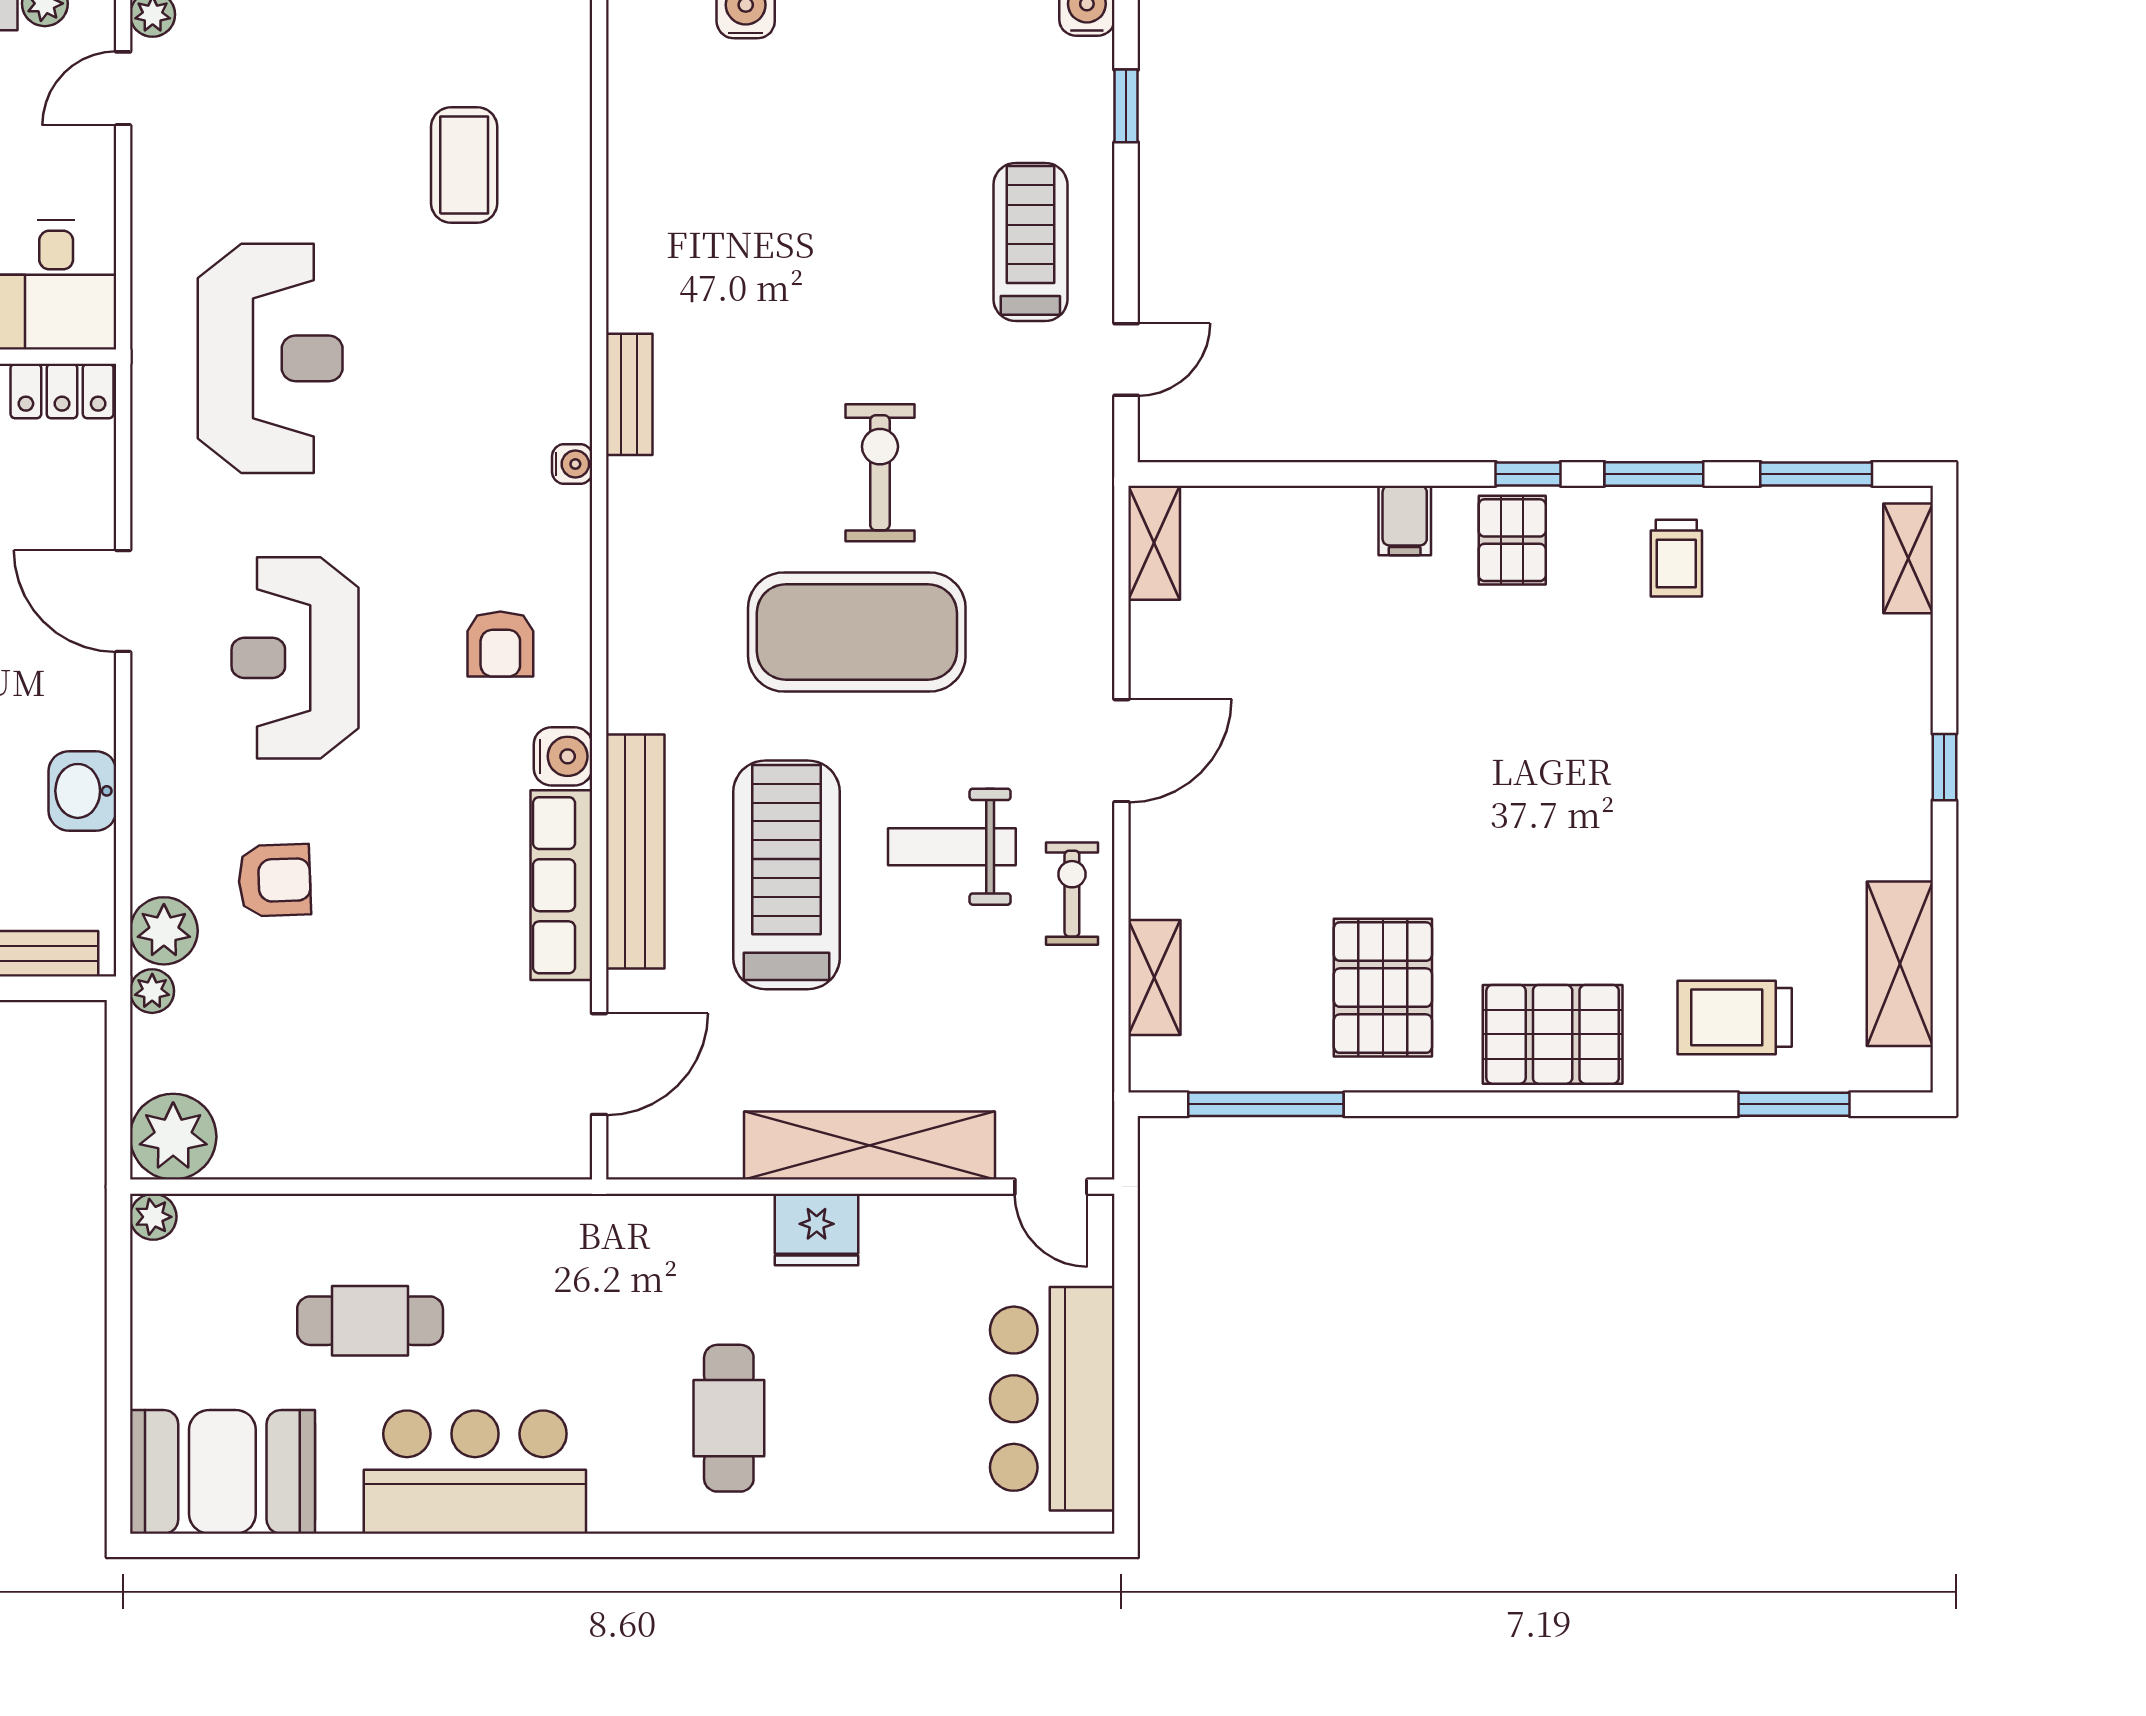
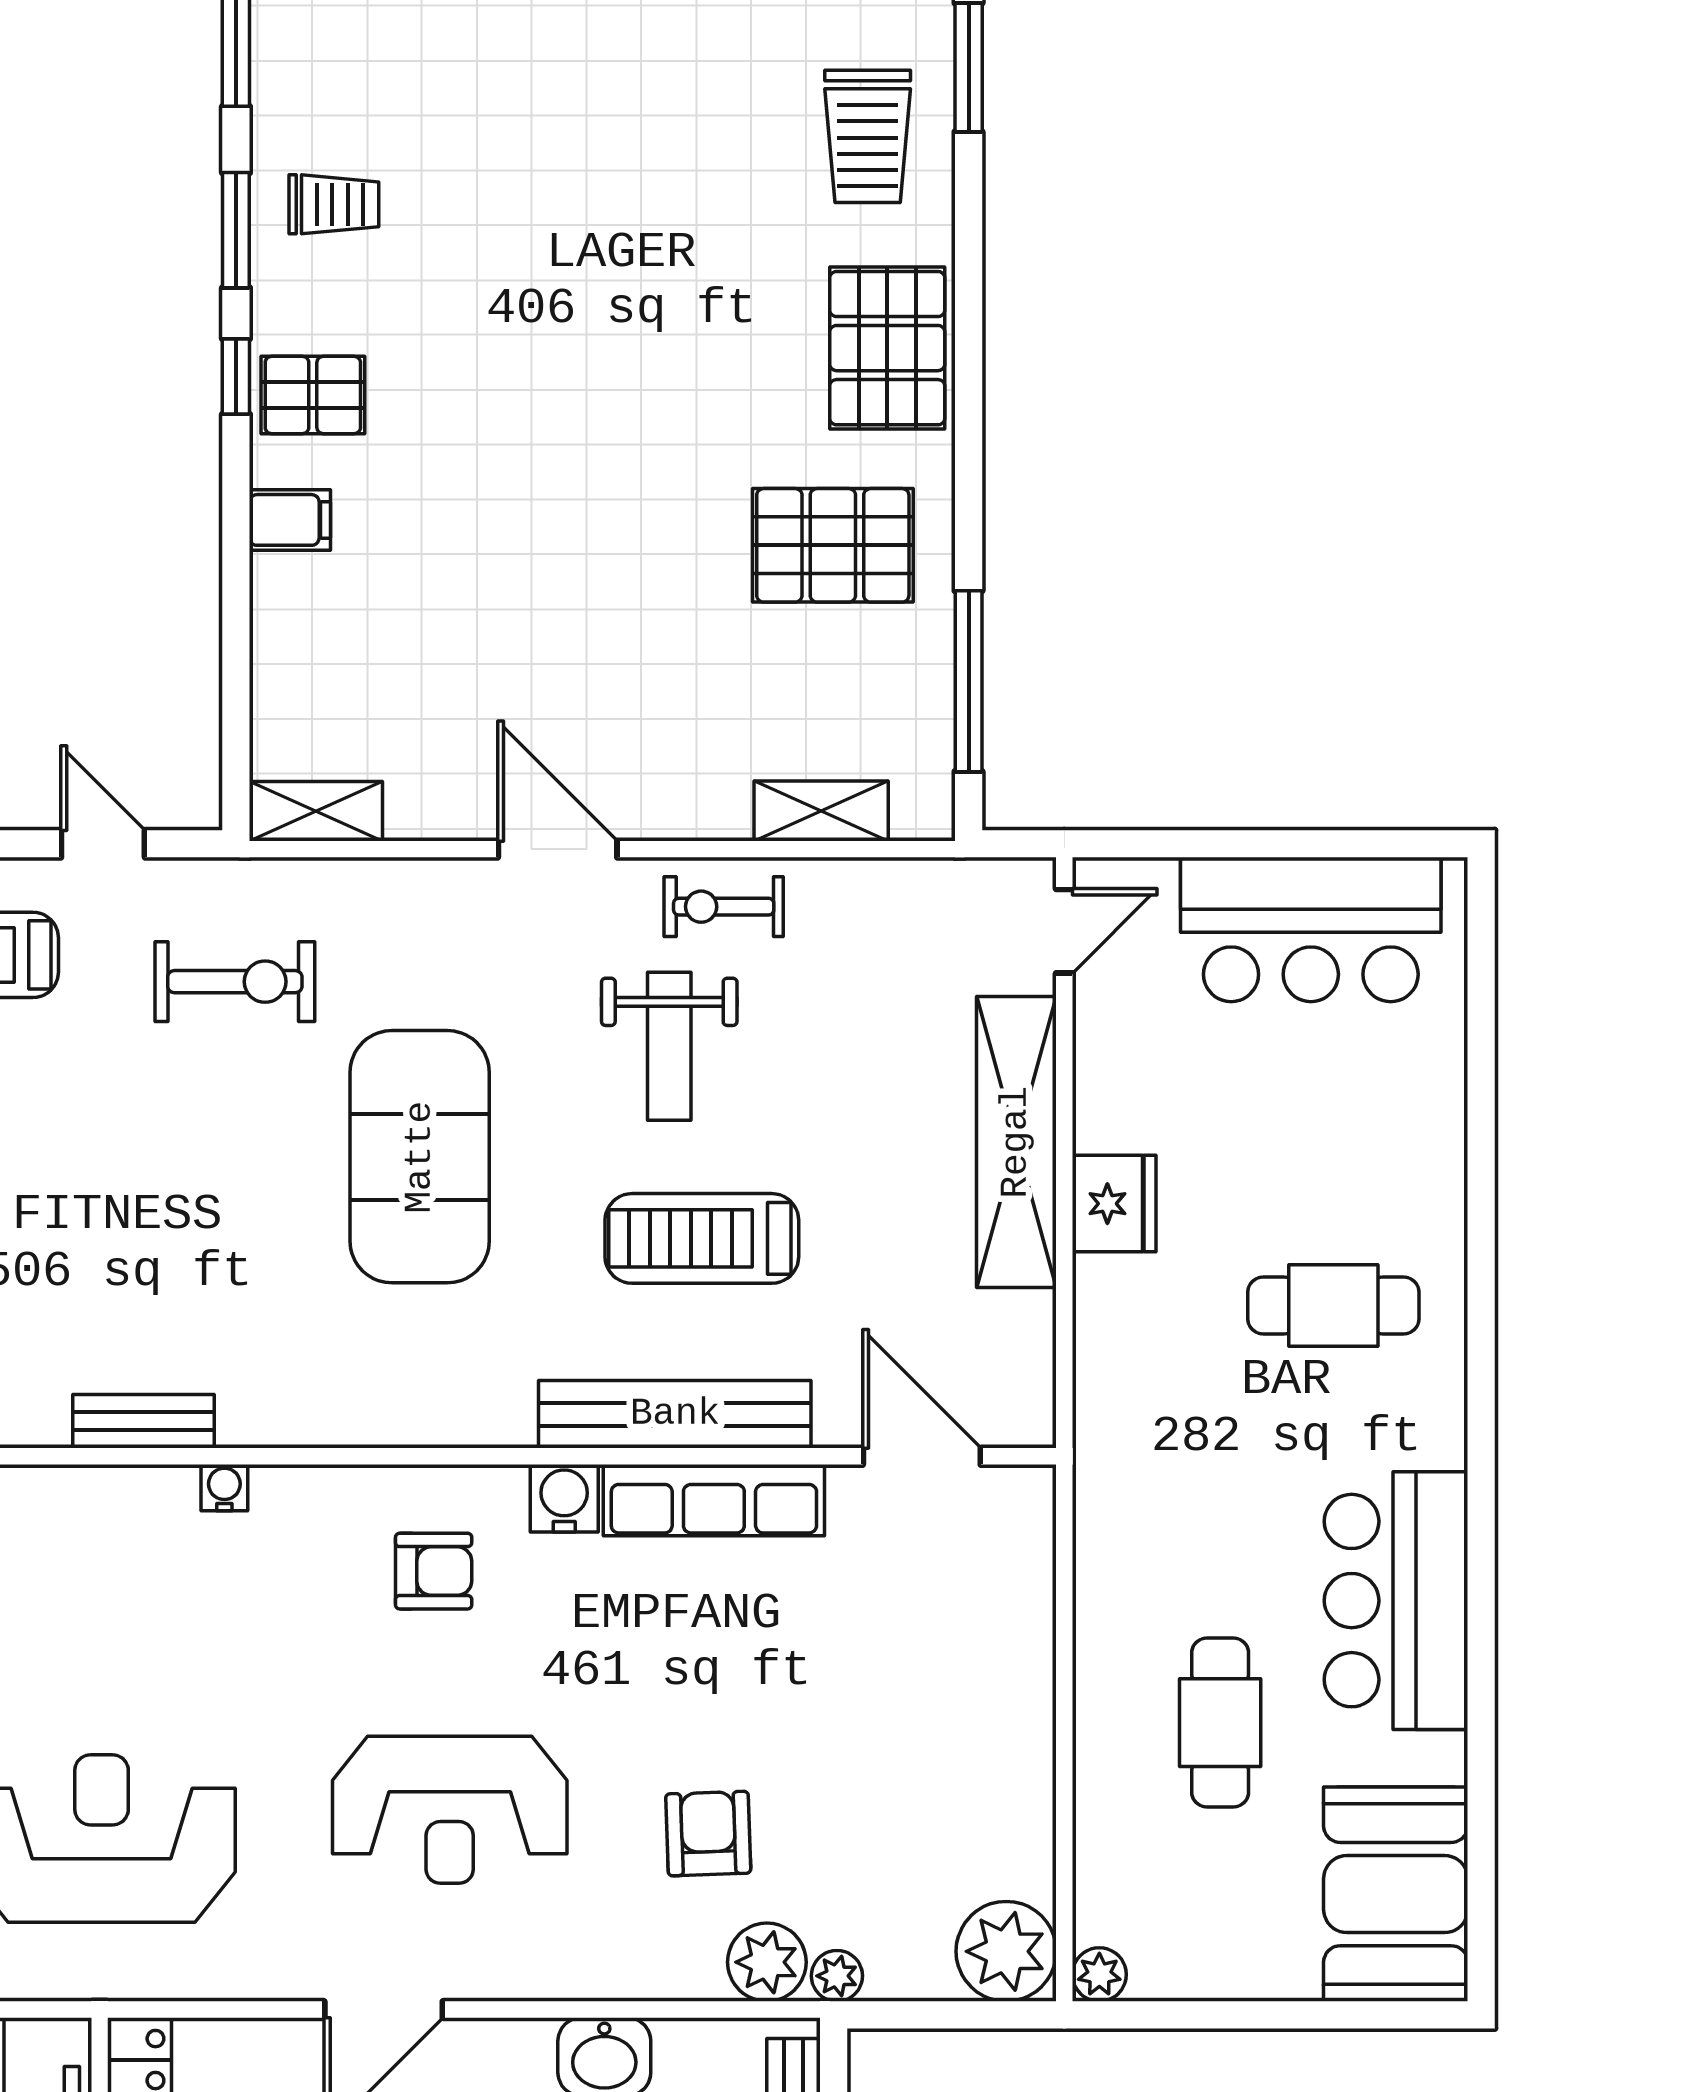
exercise bike: (880, 473) -> (235, 982), moved, turned 180
treadmill: (787, 875) -> (702, 1238), width x0.73, depth x0.73

